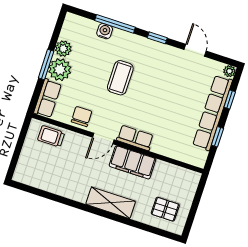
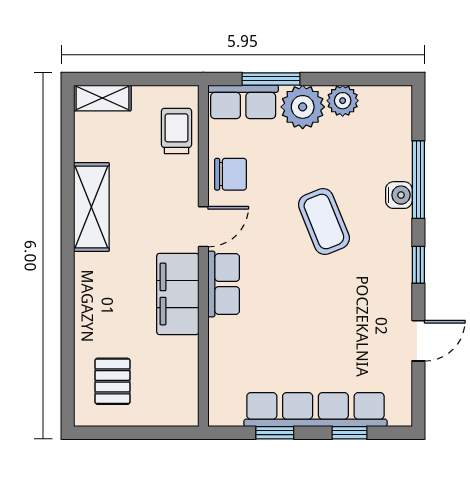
water cooler: (105, 31) -> (399, 195), moved
window: (46, 64) -> (271, 79), moved
plant: (229, 71) -> (401, 415), removed
coffee table: (120, 78) -> (324, 221), turned 68
door: (103, 139) -> (203, 227), swing flipped
shelving: (23, 168) -> (102, 98), added
shelving: (111, 203) -> (91, 207), moved

